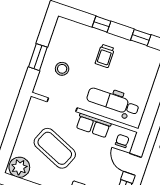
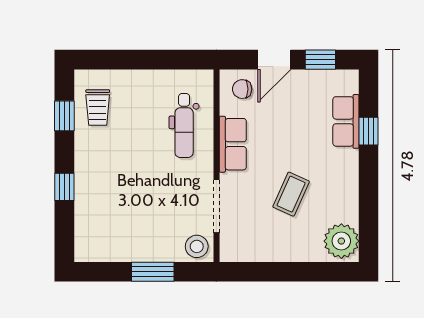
trolley: (105, 56) -> (98, 107), moved, turned 90
stool: (62, 69) -> (197, 246), moved
dental chair: (113, 102) -> (184, 126), width x0.73, depth x0.72
coffee table: (55, 148) -> (291, 194), width x0.54, depth x0.58

